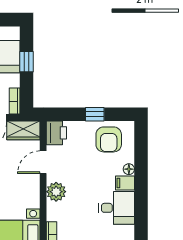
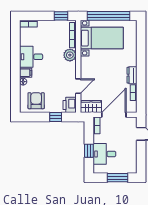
window: (95, 114) -> (56, 117), moved
plant: (56, 192) -> (70, 55), moved

